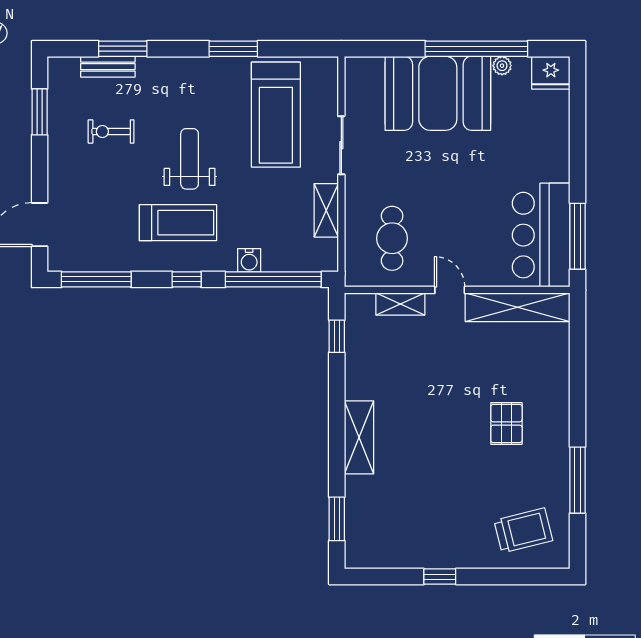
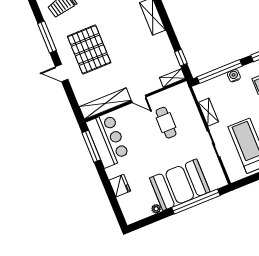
window: (476, 49) -> (196, 201), moved
fridge: (551, 73) -> (120, 186), moved, turned 90
cafe table: (392, 238) -> (166, 123), moved
shelving: (400, 304) -> (172, 78), moved
door: (578, 400) -> (62, 73), added
pallet: (506, 423) -> (89, 49), width x2.05, depth x2.00

